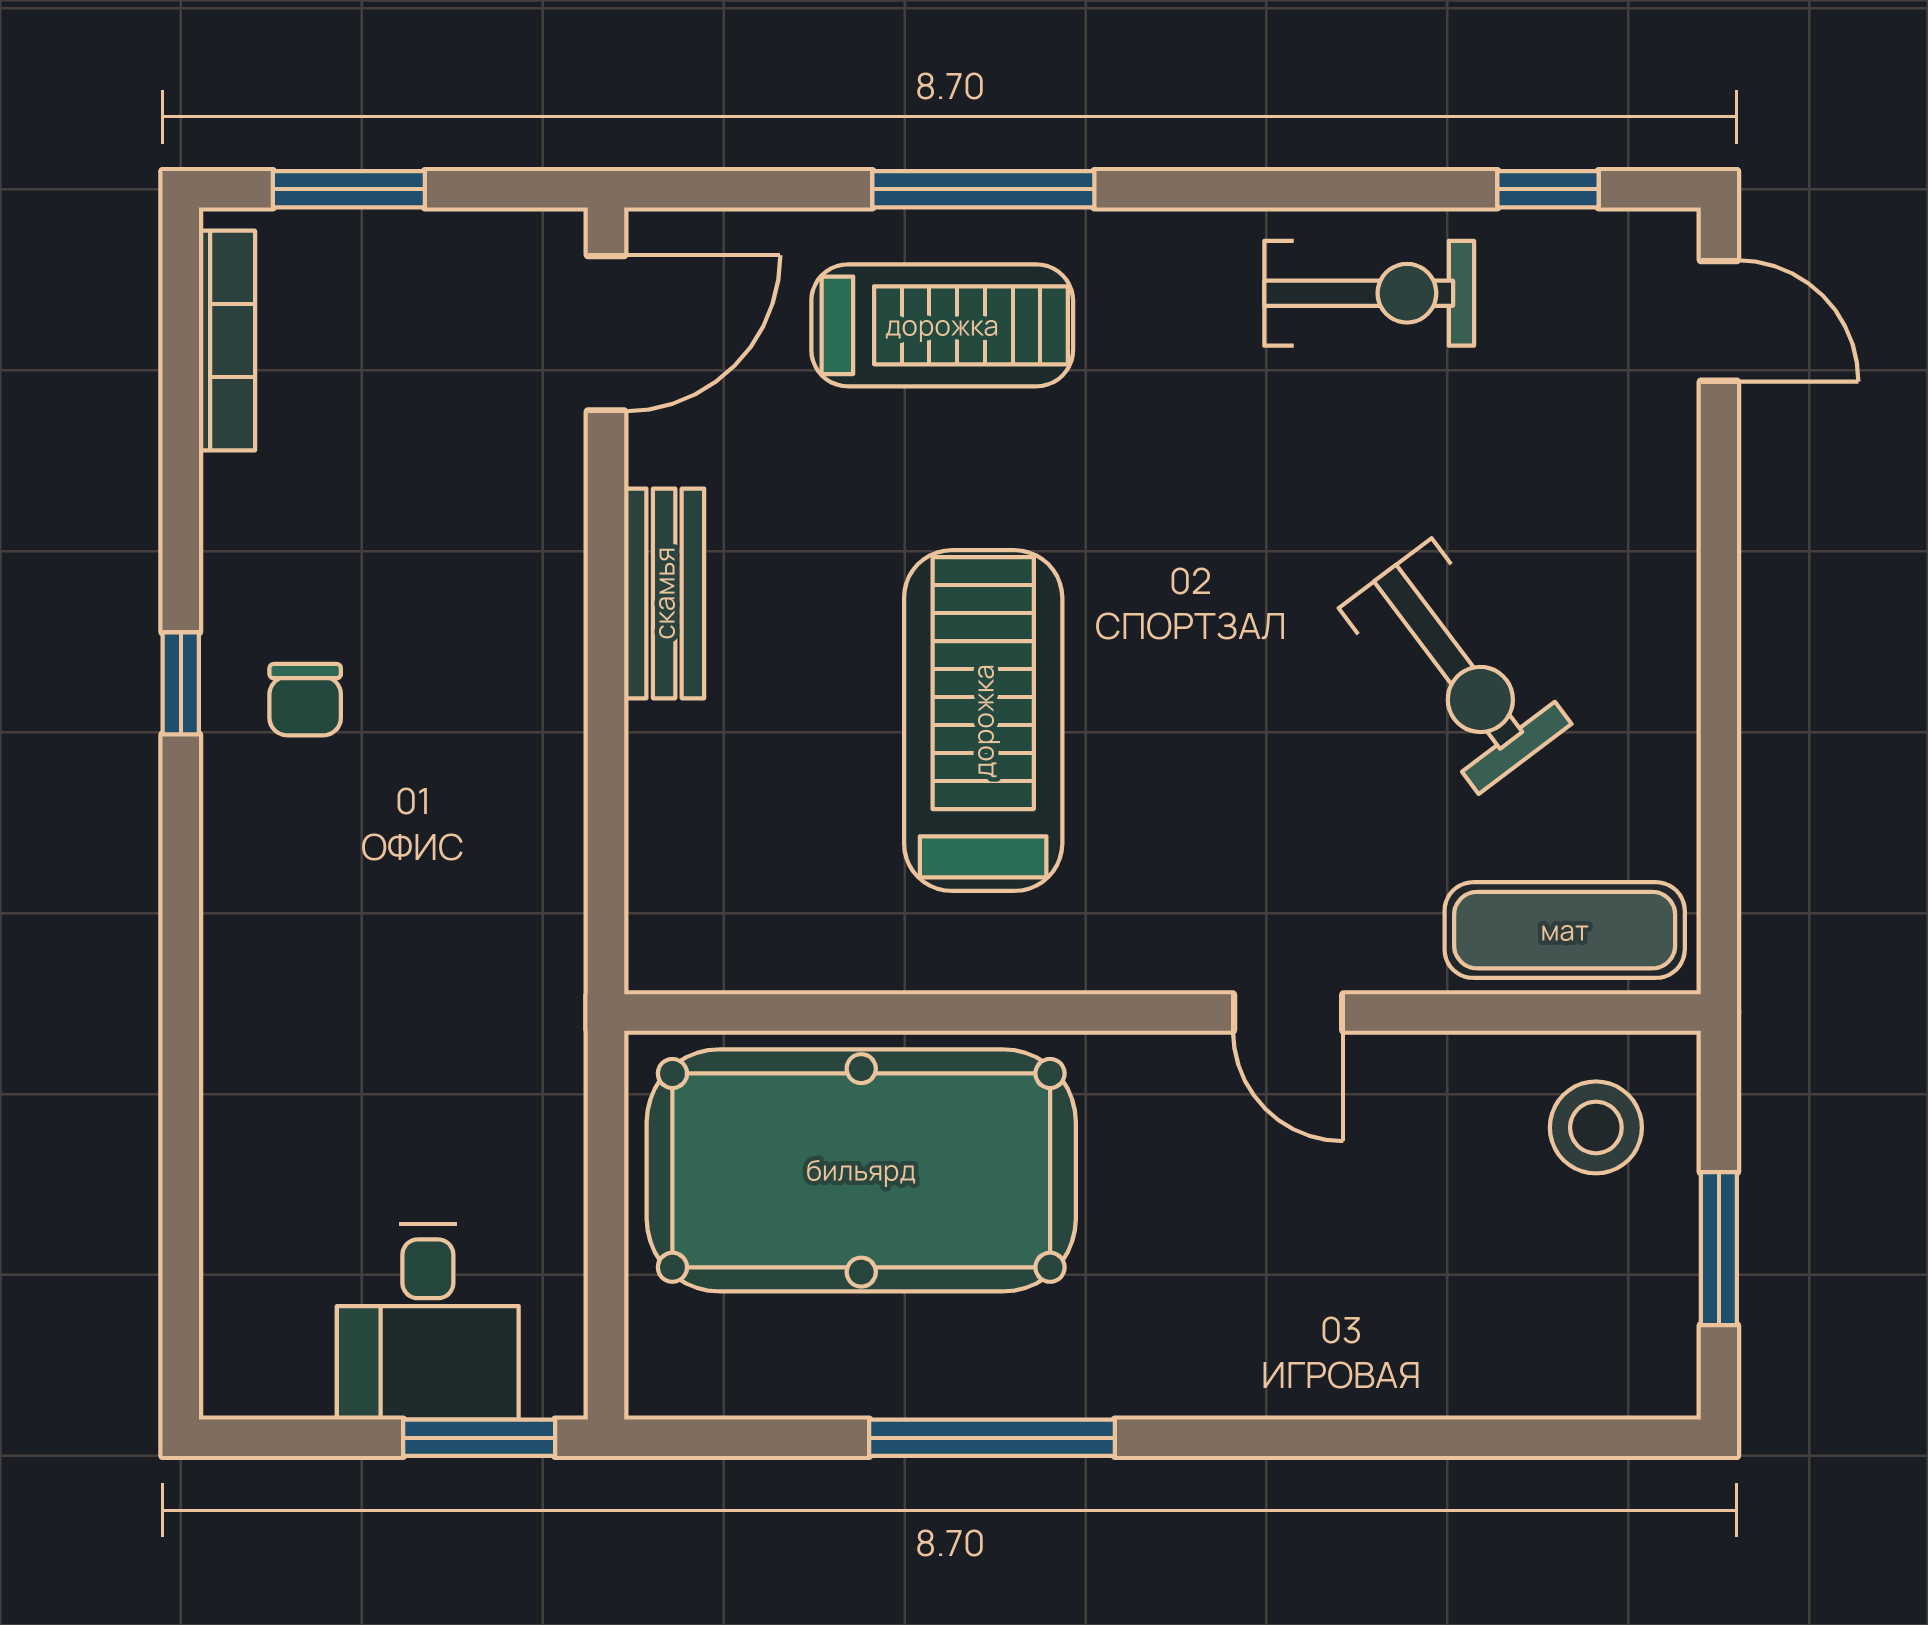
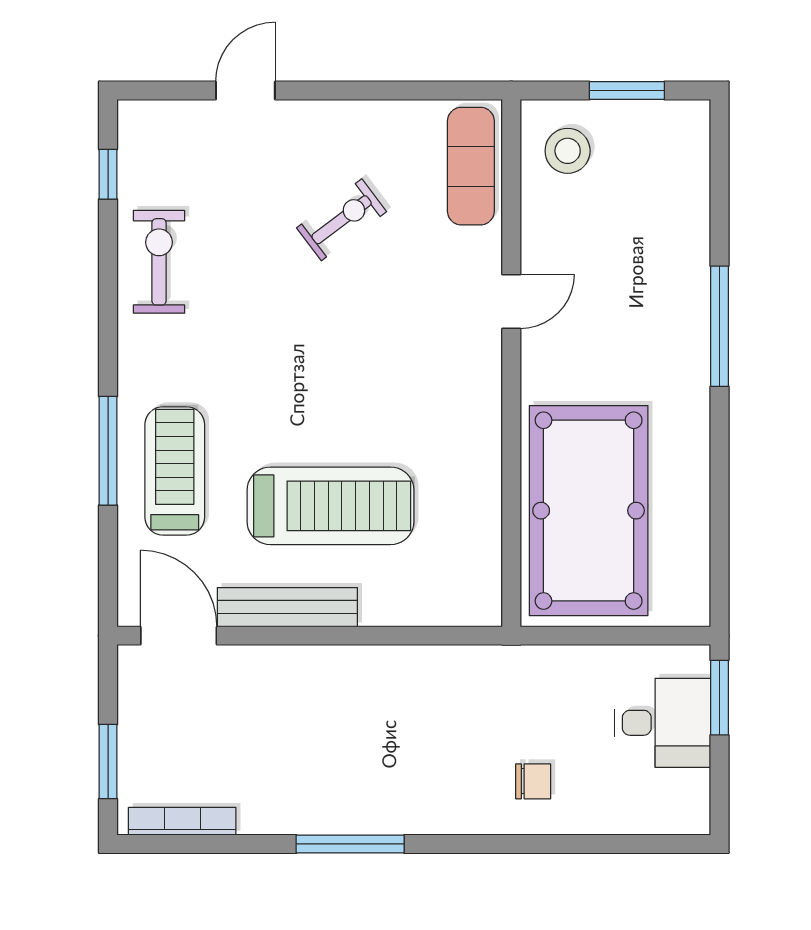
door: (1719, 321) -> (245, 91), moved
bench: (664, 593) -> (287, 607), width x1.36
exercise bike: (1455, 666) -> (342, 220), width x0.73, depth x0.72
window: (181, 683) -> (350, 844), width x2.17
chair: (305, 700) -> (533, 781), moved
treadmill: (983, 721) -> (330, 506), moved, turned 180
window: (992, 1438) -> (720, 326), moved

